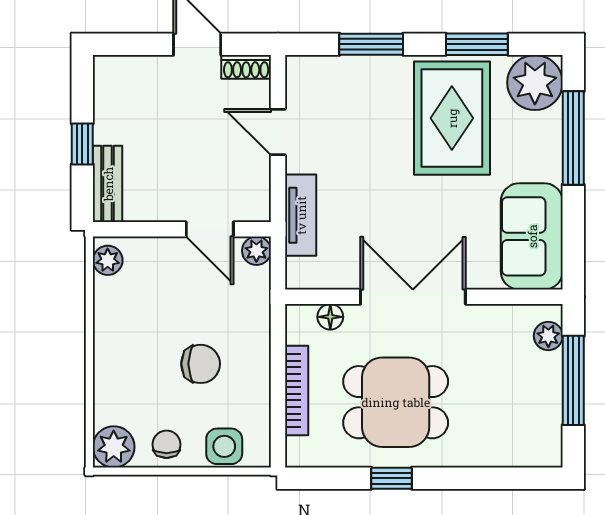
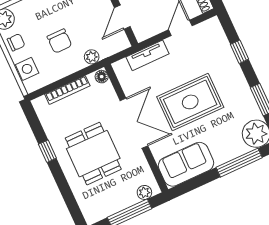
window: (371, 44) -> (239, 52), width x0.67
rug: (452, 118) -> (190, 102), moved
plant: (256, 251) -> (92, 57), moved
floor lamp: (330, 317) -> (102, 77), moved
dining table: (396, 402) -> (93, 154), moved

